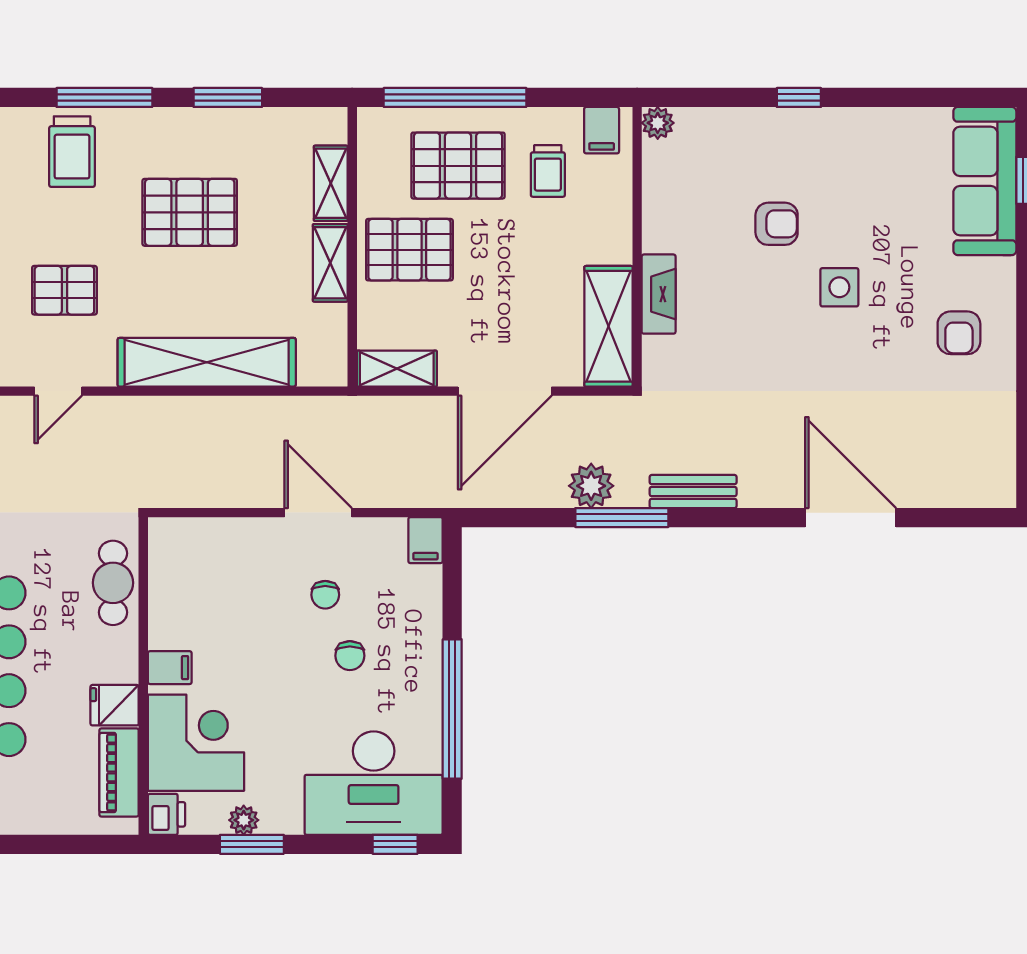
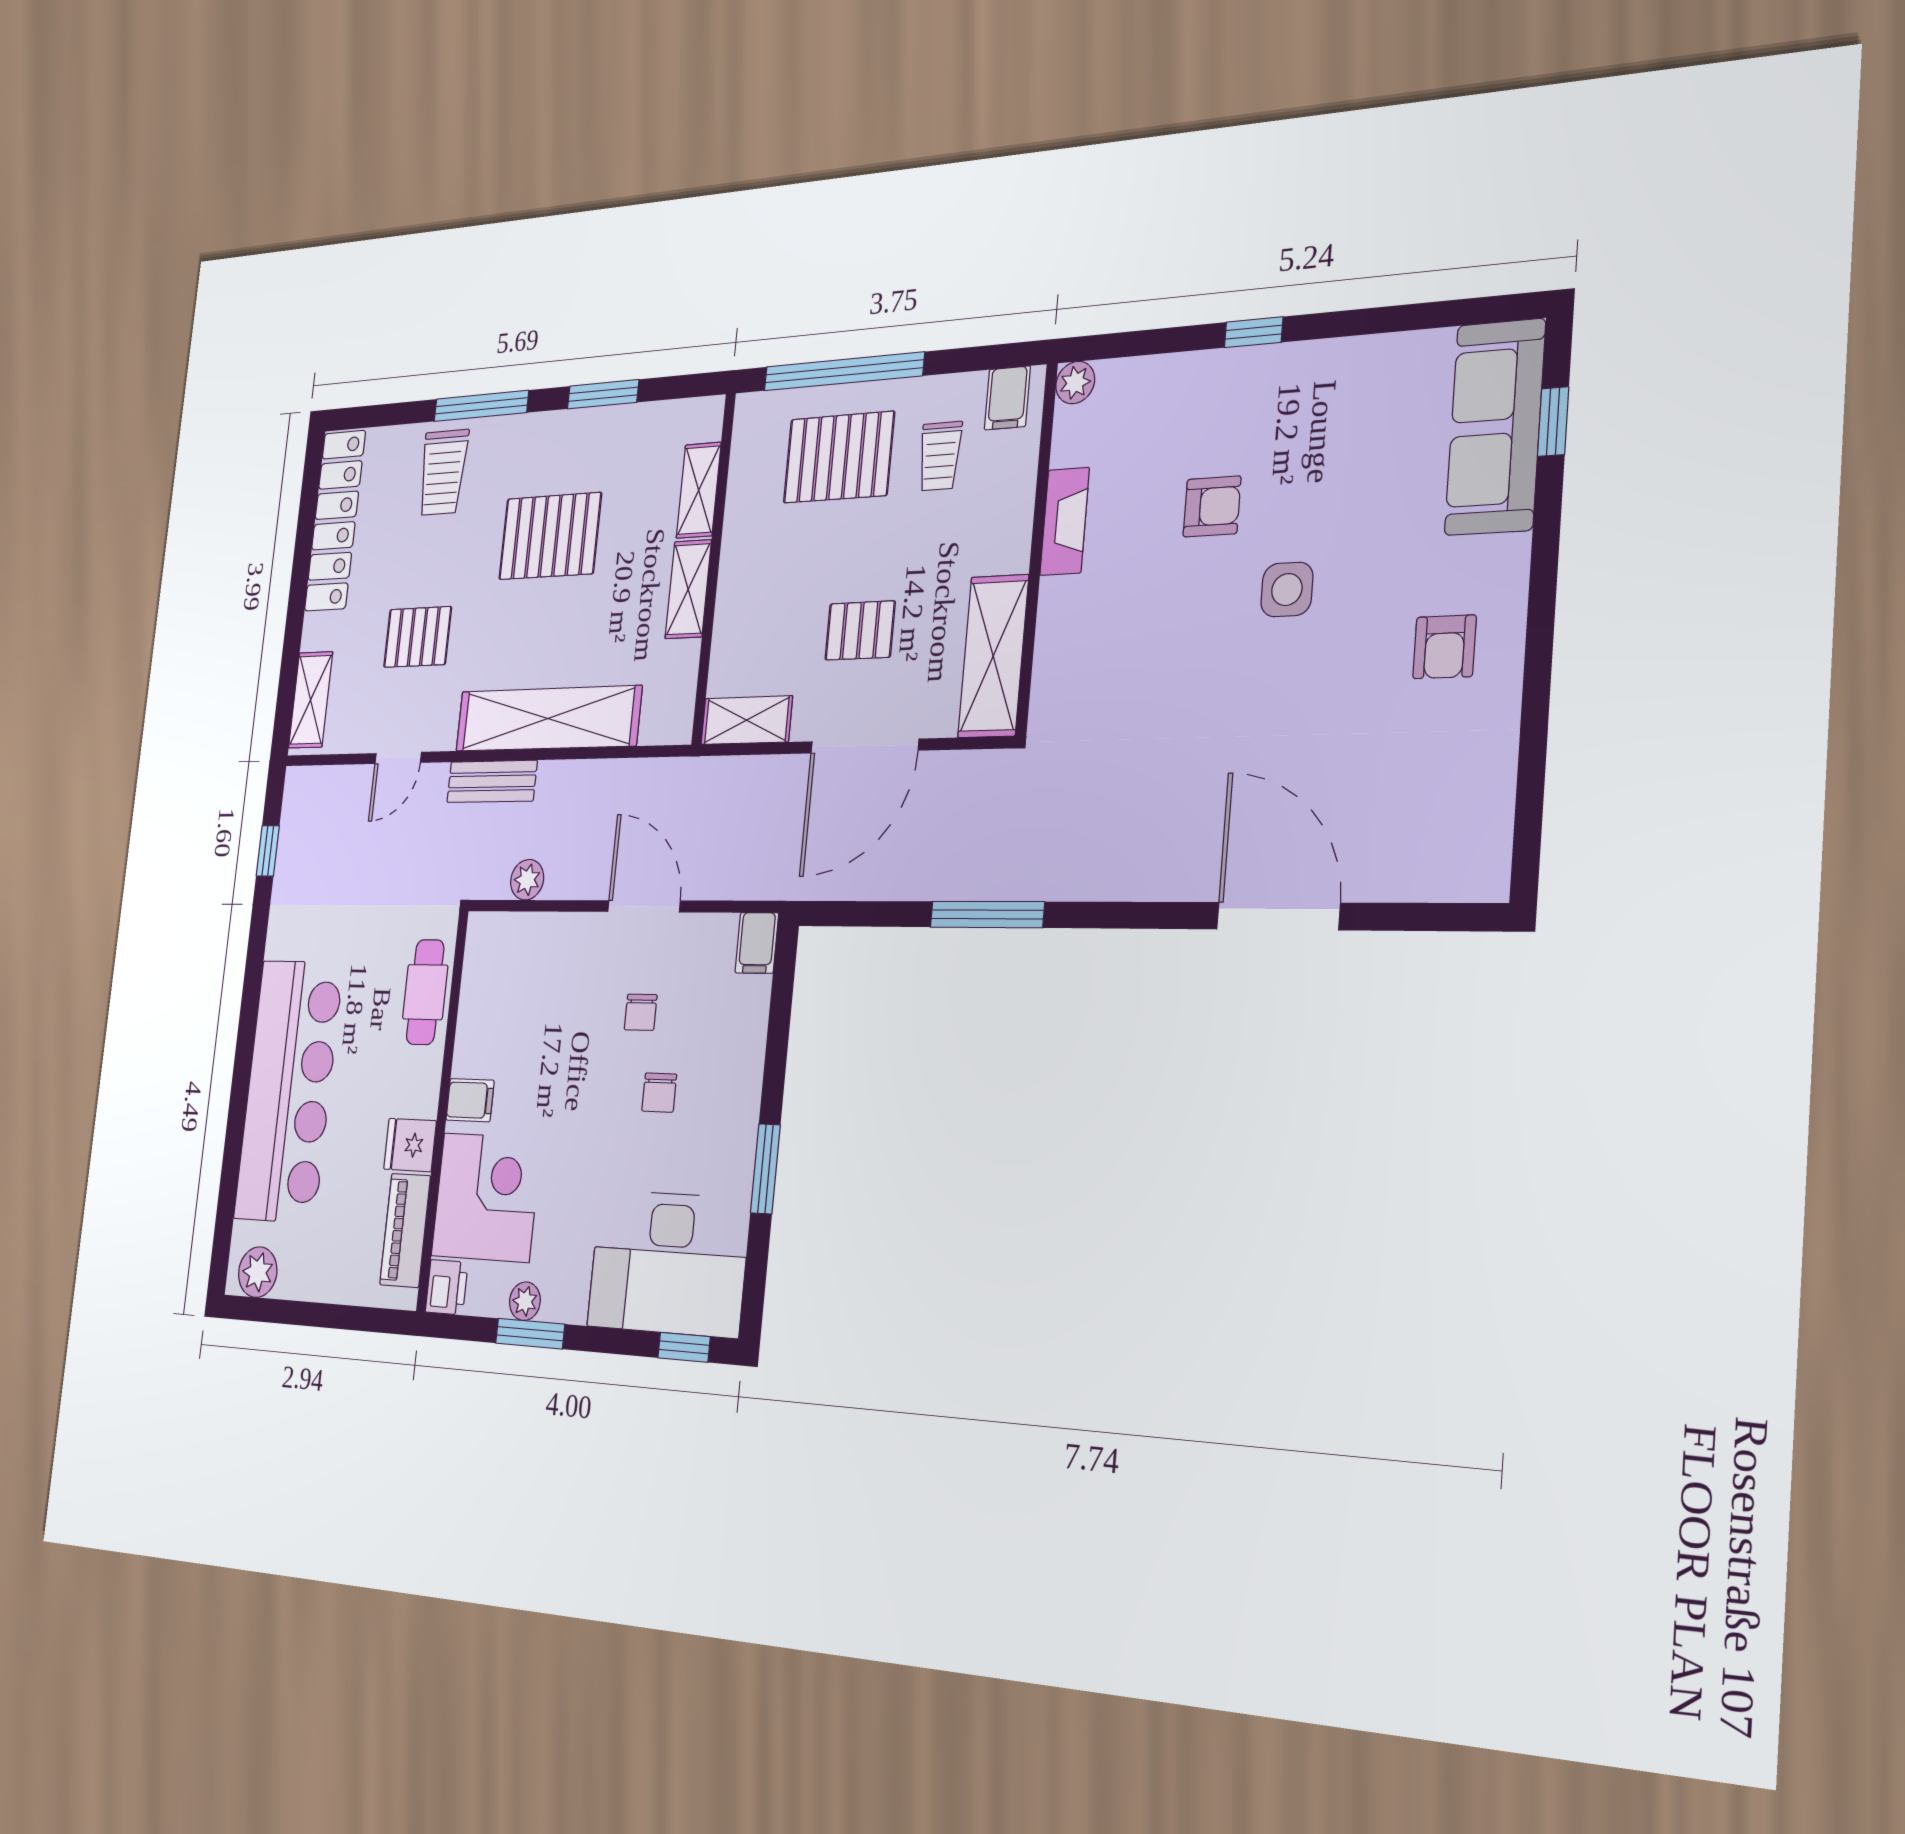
pallet: (409, 250) -> (860, 630), moved, width x0.67, depth x0.71
fireplace: (659, 294) -> (1065, 521), moved
plant: (591, 486) -> (527, 880), moved, width x0.73, depth x0.73
bench: (693, 492) -> (492, 781), moved
window: (452, 709) -> (765, 1169), width x0.47

